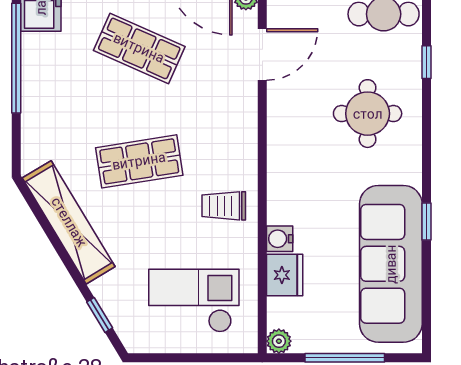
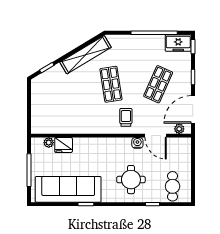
trolley: (224, 206) -> (126, 117), moved
water cooler: (280, 239) -> (137, 143), moved
checkout: (194, 301) -> (53, 107), removed
plant: (279, 341) -> (49, 143), moved

